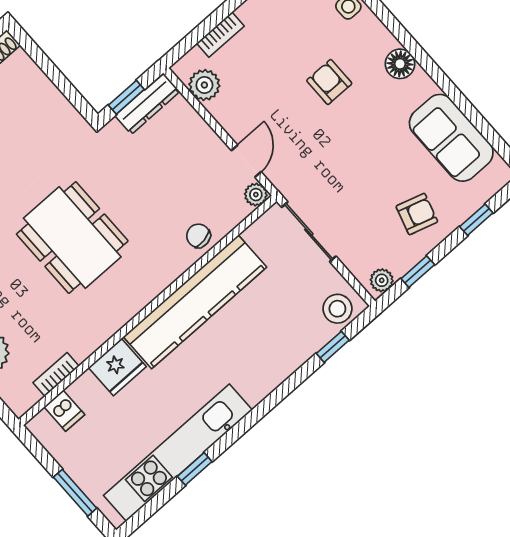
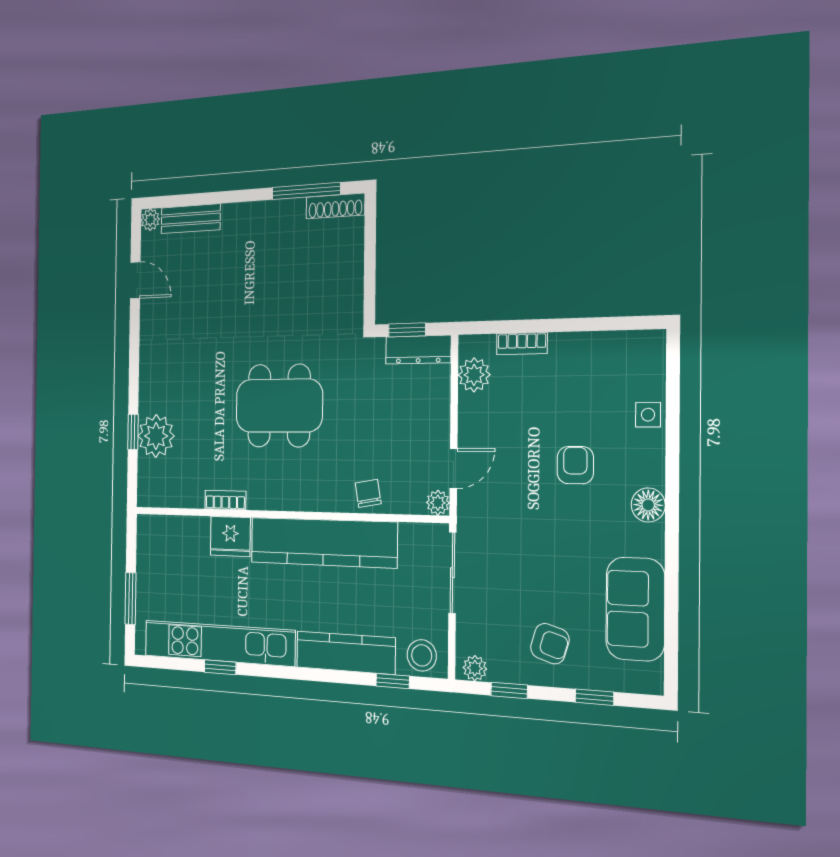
dining table: (72, 238) -> (279, 406), turned 90
kitchen counter: (281, 362) -> (346, 653), added
bookcase: (56, 374) -> (225, 500), moved
dishwasher: (64, 411) -> (171, 532), removed

